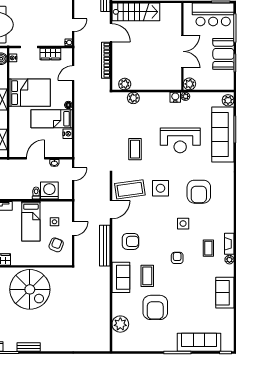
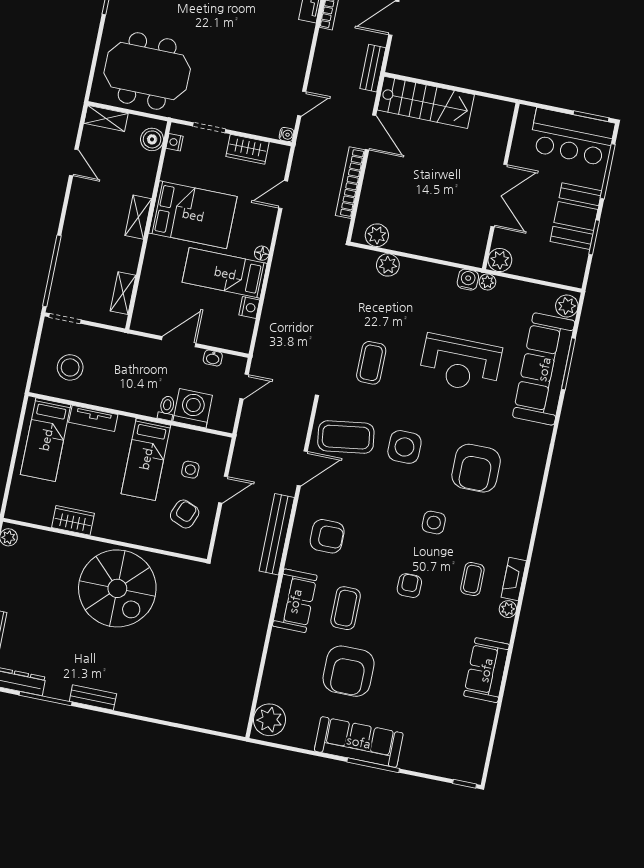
plant: (120, 324) -> (270, 720), moved
sofa: (199, 342) -> (359, 742), moved

